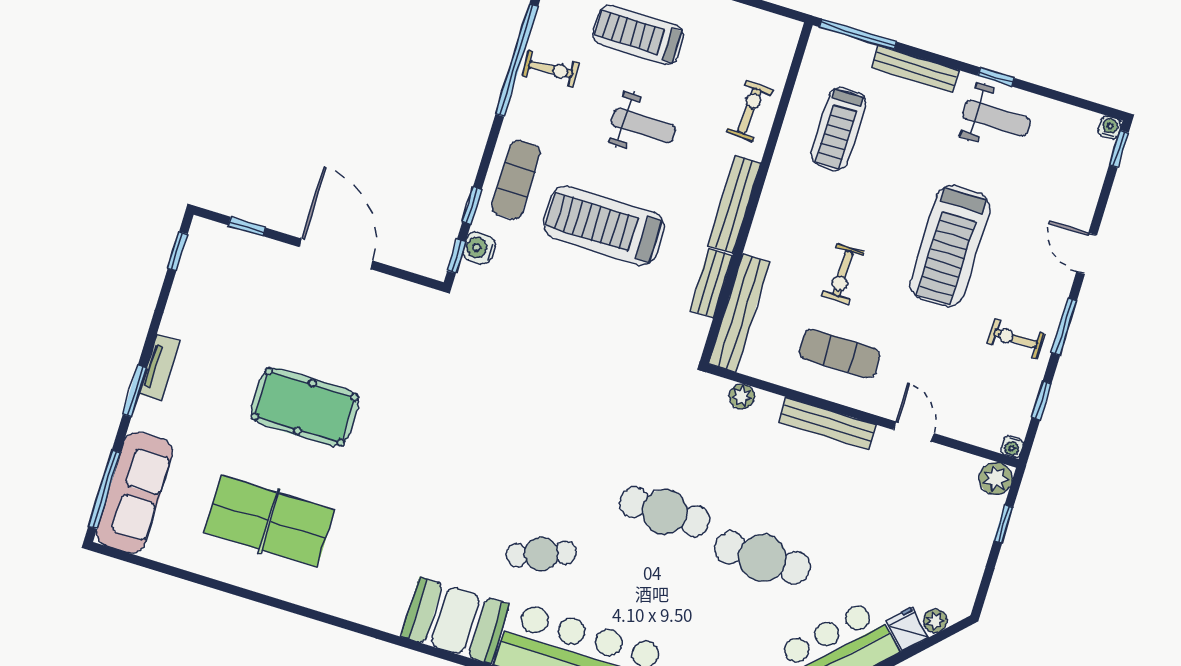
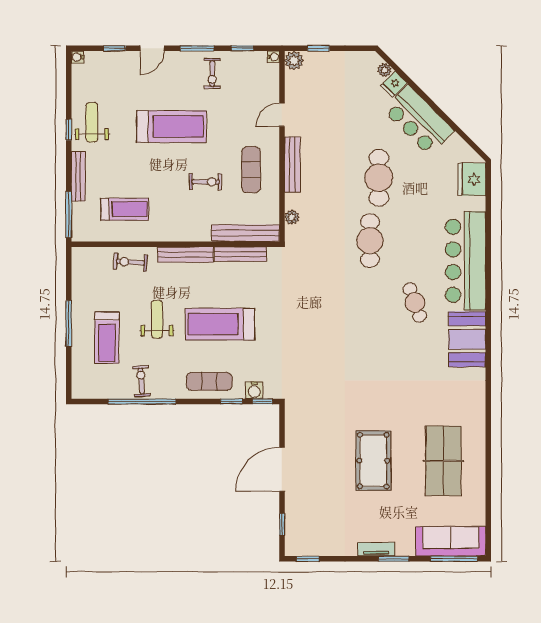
window: (1119, 149) -> (115, 48), moved
treadmill: (604, 226) -> (220, 324), turned 90
bench: (711, 283) -> (241, 254), width x1.36

